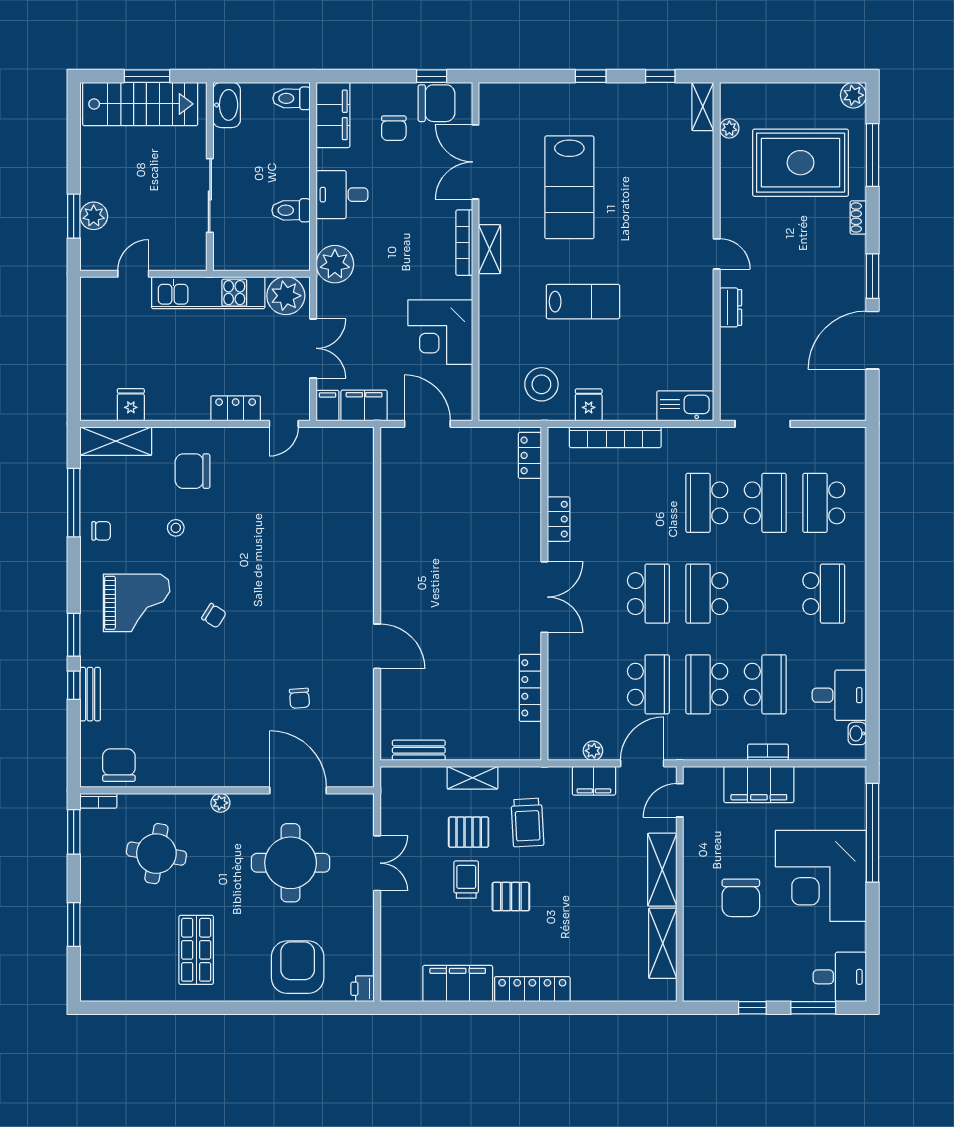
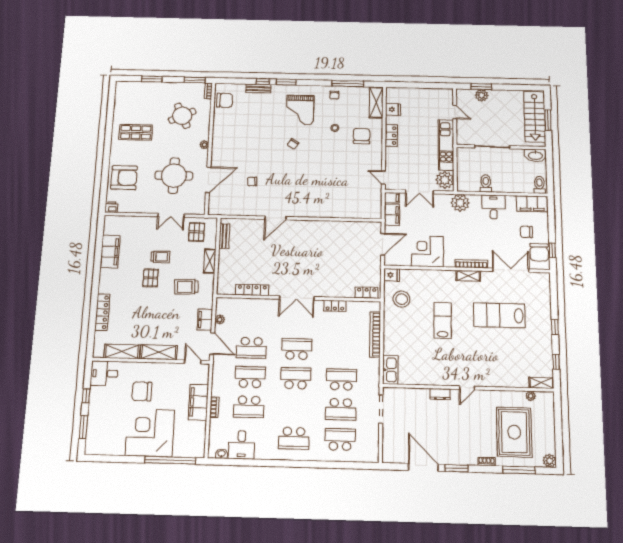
lab bench: (583, 302) -> (443, 320), turned 180
fridge: (589, 405) -> (392, 275), moved
locker: (236, 408) -> (391, 136), moved
school desk: (648, 594) -> (297, 349), turned 180
pallet: (469, 832) -> (197, 232), moved
round table: (156, 854) -> (182, 116), turned -35
desk: (840, 977) -> (104, 373), moved, turned 90
locker: (532, 989) -> (102, 312), moved

